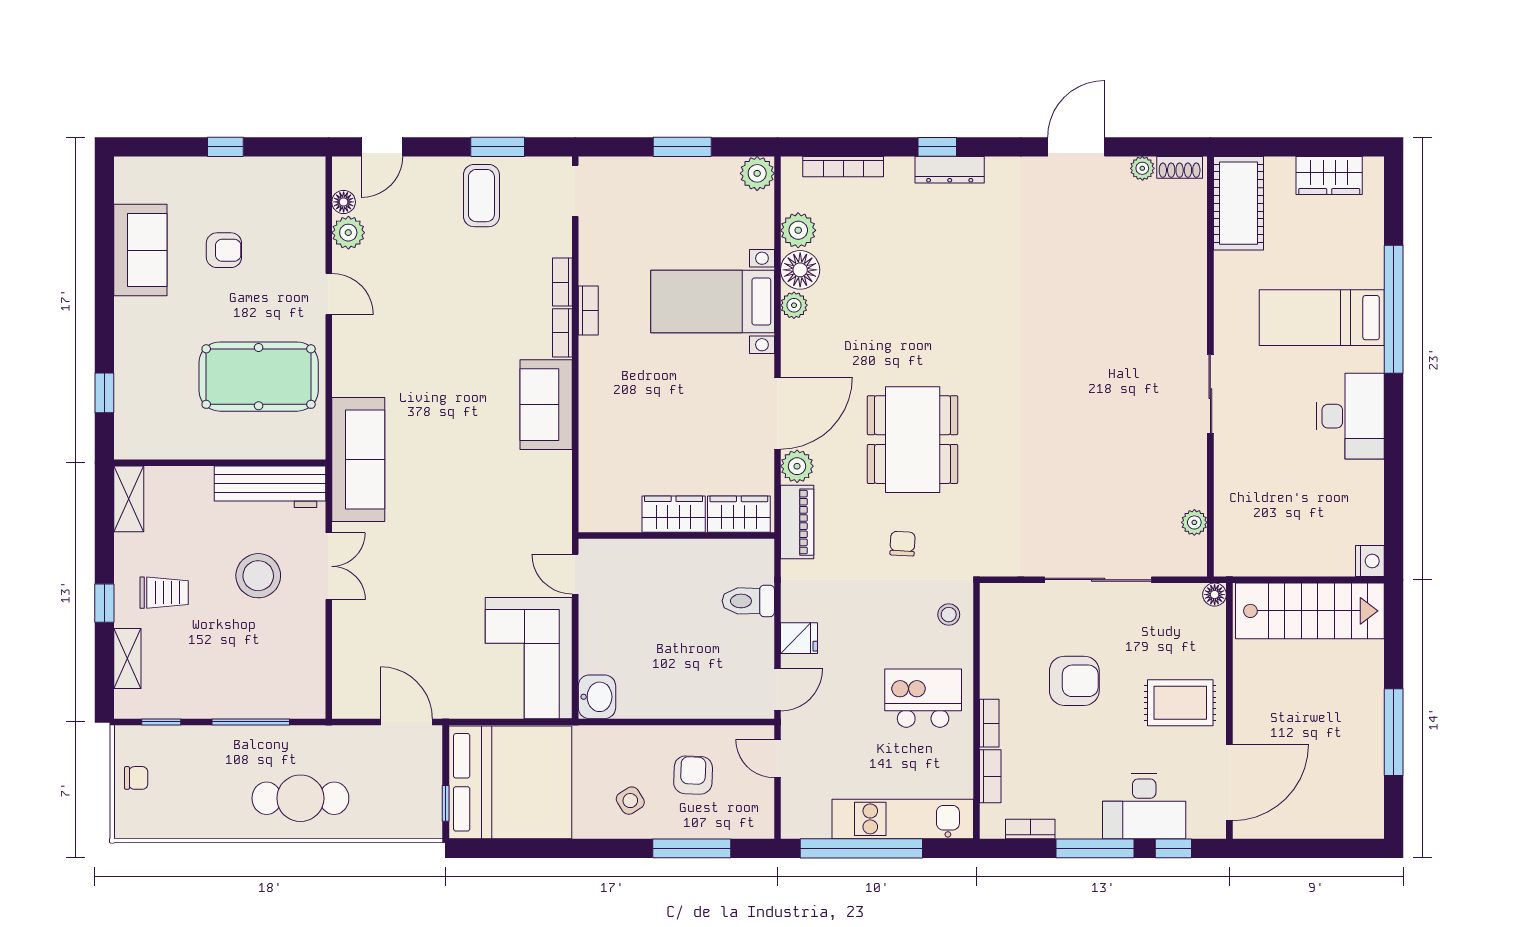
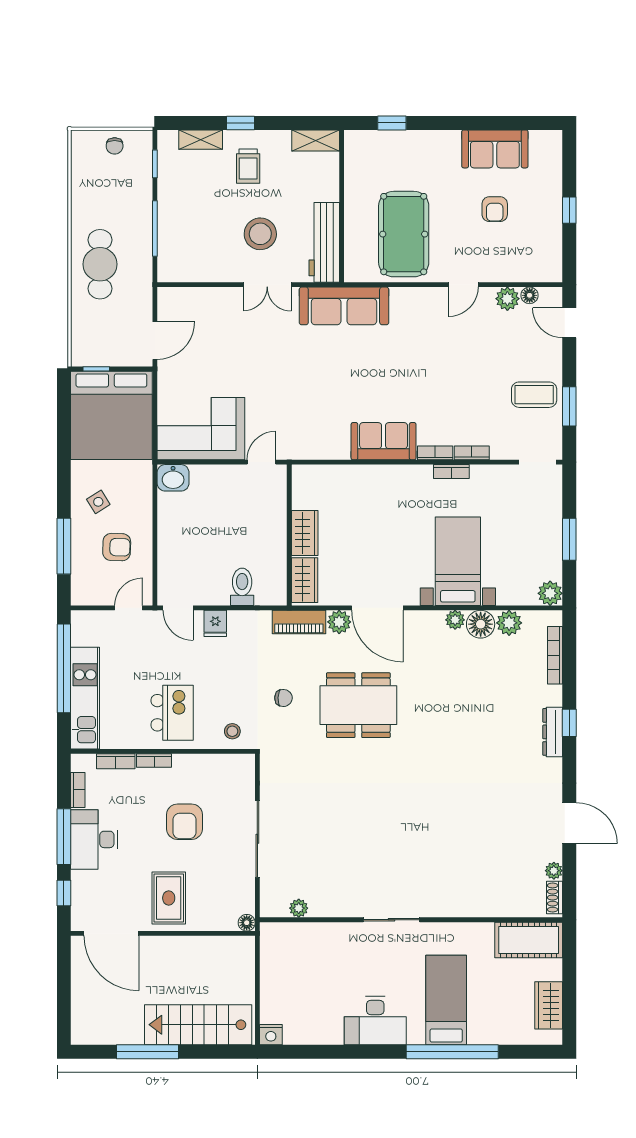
stairs: (1310, 611) -> (198, 1025), moved, turned 90
desk: (1144, 806) -> (94, 839), moved

